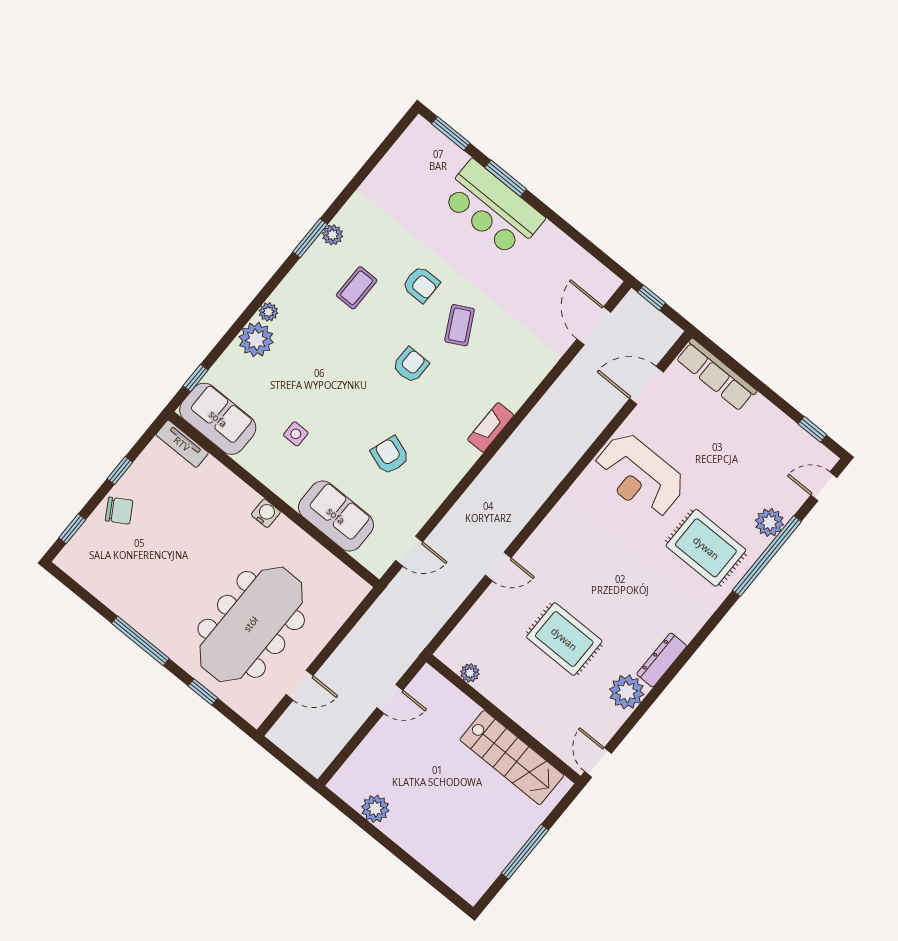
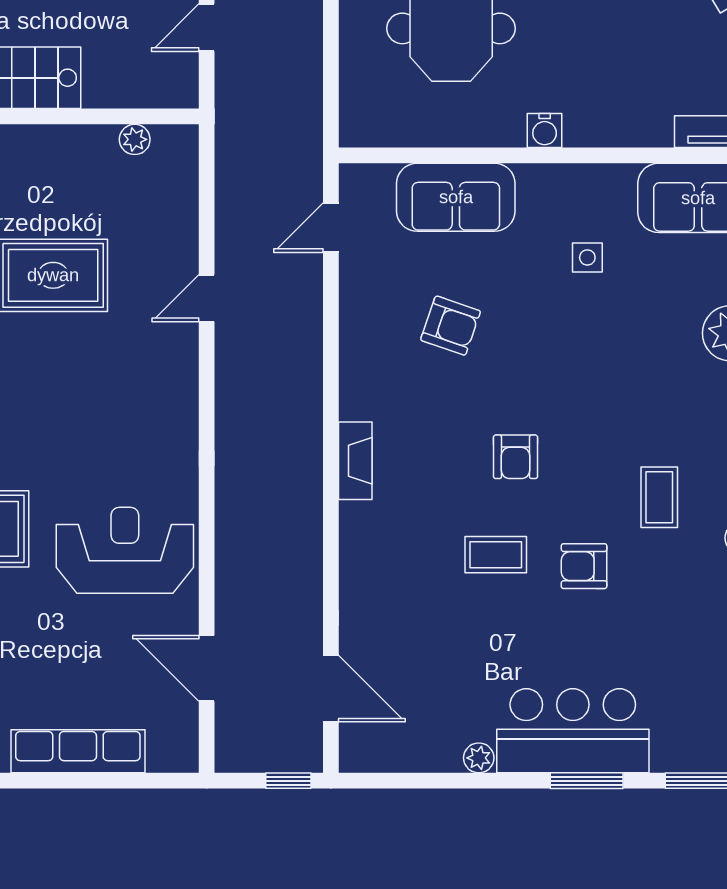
plant: (549, 233) -> (479, 758), added
coffee table: (460, 325) -> (496, 555), turned -62
row of seats: (716, 375) -> (78, 751), moved
door: (646, 385) -> (207, 668), swing flipped

